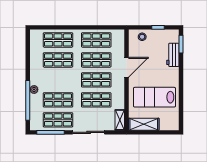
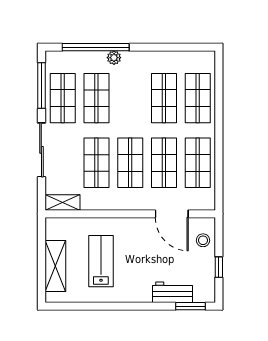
door: (126, 67) -> (172, 214), moved
lab bench: (154, 97) -> (101, 261), width x0.73, depth x0.72
shelving: (144, 124) -> (55, 266), moved

